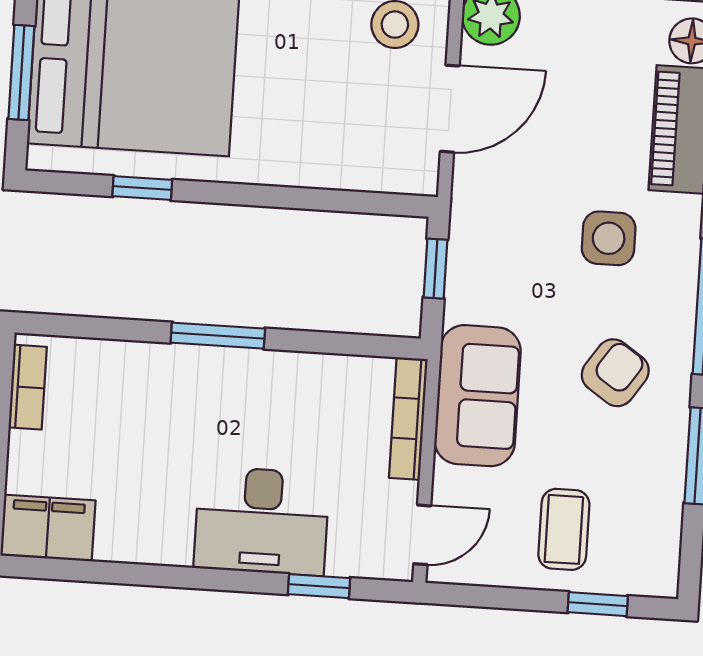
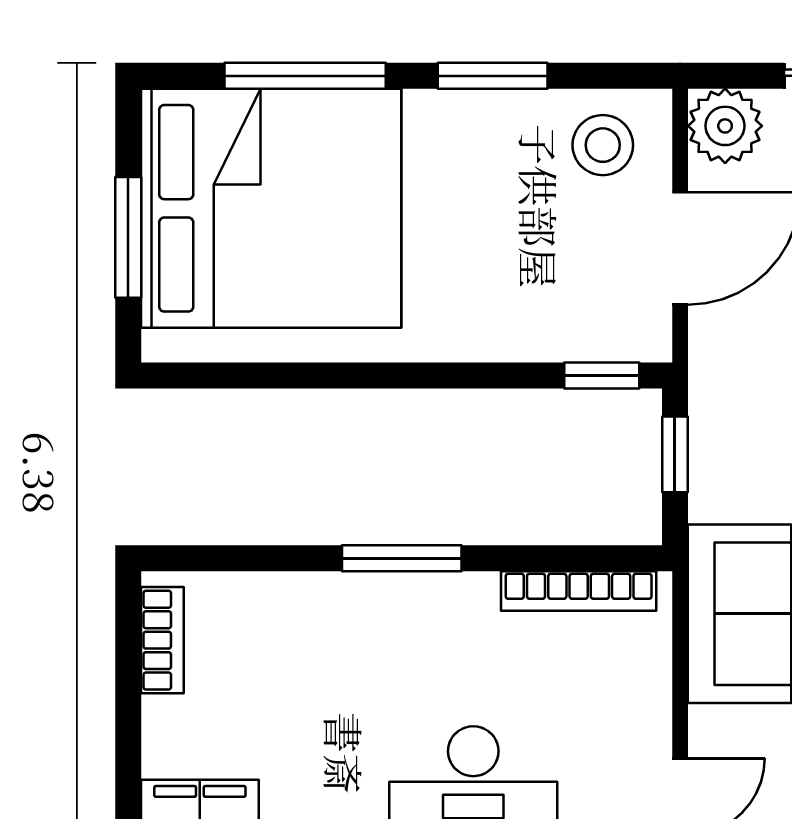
window: (142, 188) -> (602, 376), moved
bookcase: (408, 418) -> (579, 591), moved, turned -90

